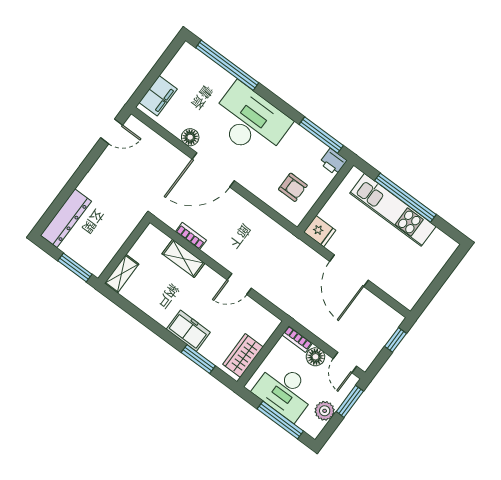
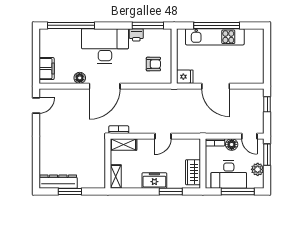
printer: (333, 162) -> (136, 35), moved
dresser: (66, 218) -> (58, 182), moved, turned -90
wall: (124, 251) -> (108, 163), moved
shelving: (122, 274) -> (116, 177), moved

